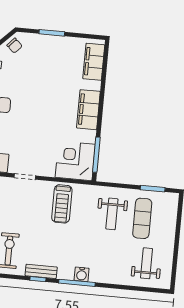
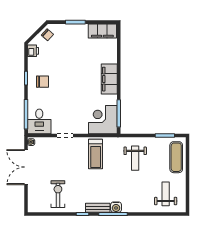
filing cabinet: (94, 62) -> (102, 31), moved, turned -90
exercise mat: (142, 218) -> (176, 157), moved
bench: (41, 271) -> (98, 208), moved

